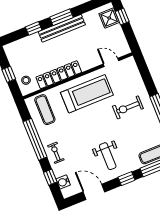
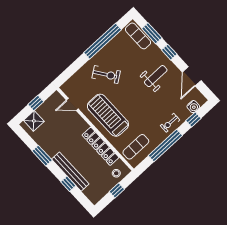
window: (61, 17) -> (42, 156), moved
window: (122, 17) -> (36, 103), moved
bench: (62, 28) -> (70, 172), moved
door: (111, 62) -> (72, 104), hinge flipped
exercise bike: (128, 107) -> (106, 75), turned -35

